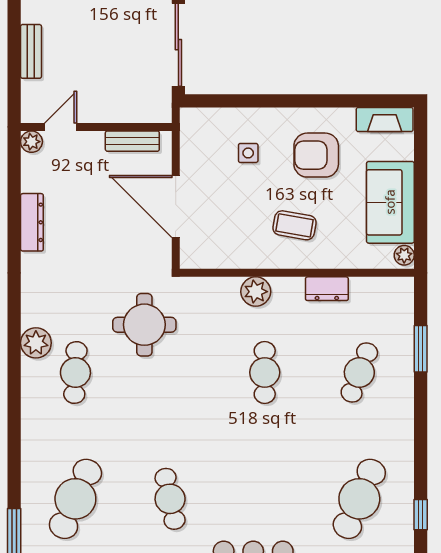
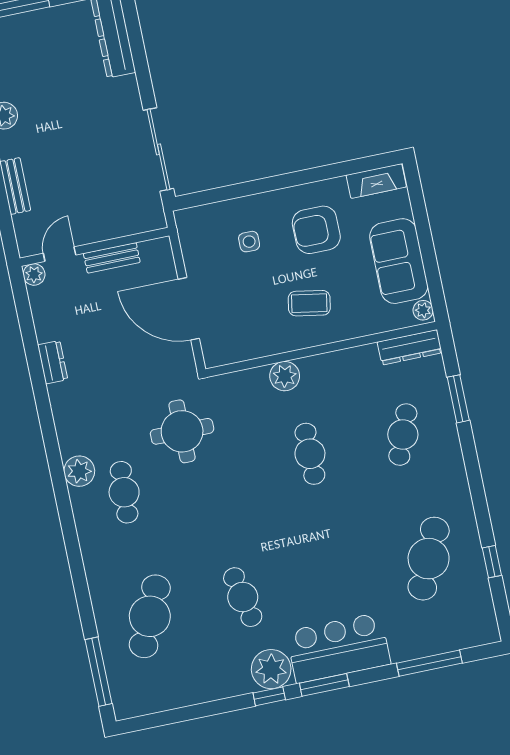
bench: (132, 141) -> (112, 258), moved
dresser: (32, 222) -> (53, 362), width x0.70
dresser: (327, 289) -> (410, 347), moved, width x1.44

